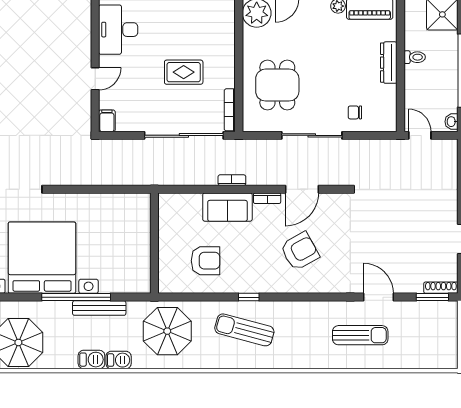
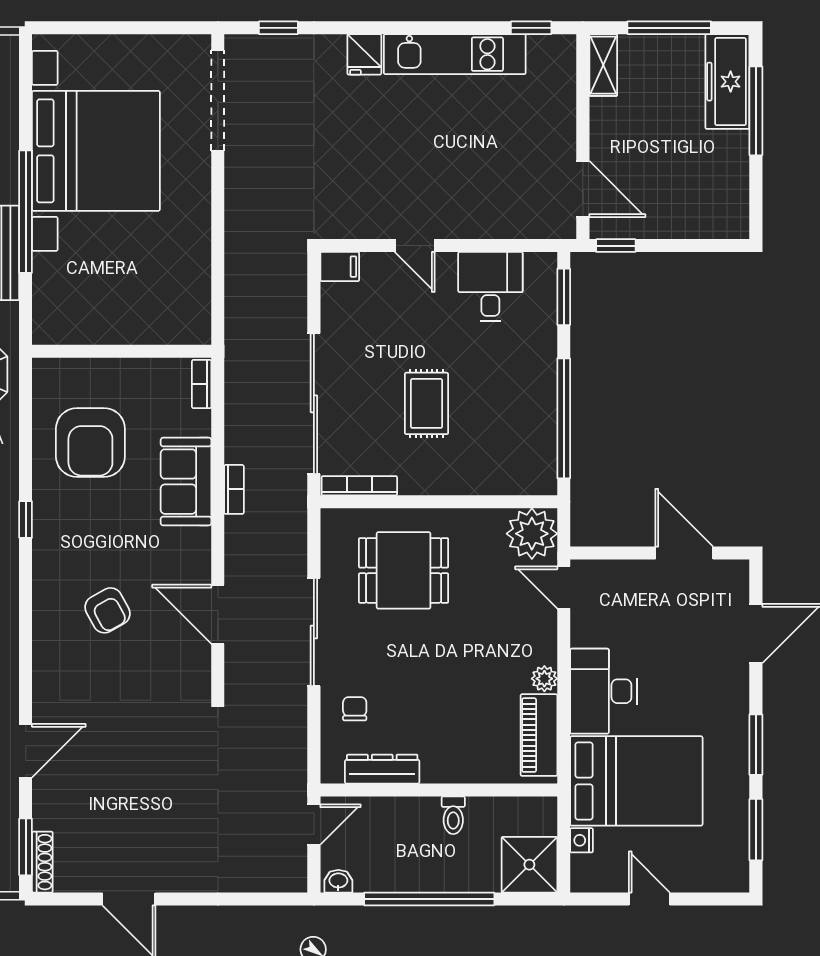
desk: (118, 30) -> (490, 287), width x0.73
dresser: (389, 63) -> (382, 769), moved
bookcase: (267, 198) -> (202, 384), moved
armchair: (300, 251) -> (107, 610), width x0.72, depth x0.72
armchair: (206, 261) -> (90, 443), width x1.36, depth x1.36

